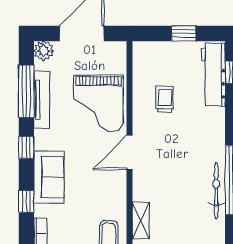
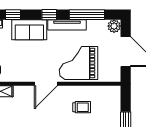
tv unit: (42, 100) -> (67, 25), moved
door: (130, 153) -> (46, 84), swing flipped

